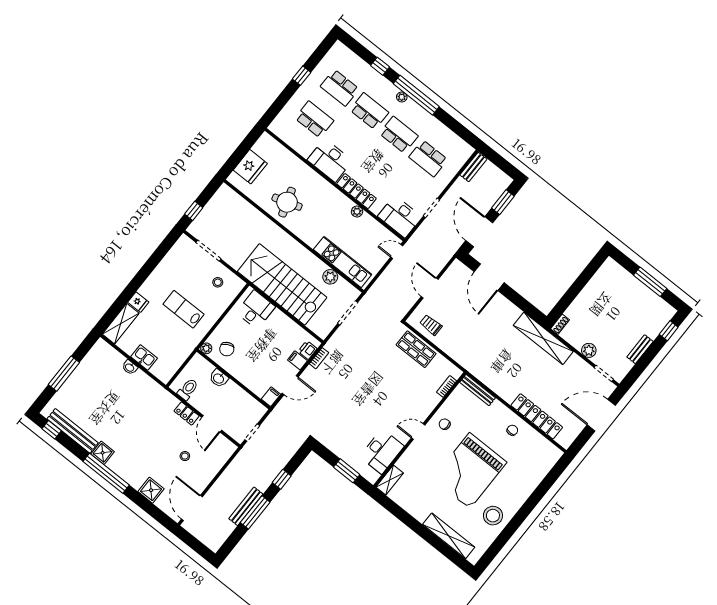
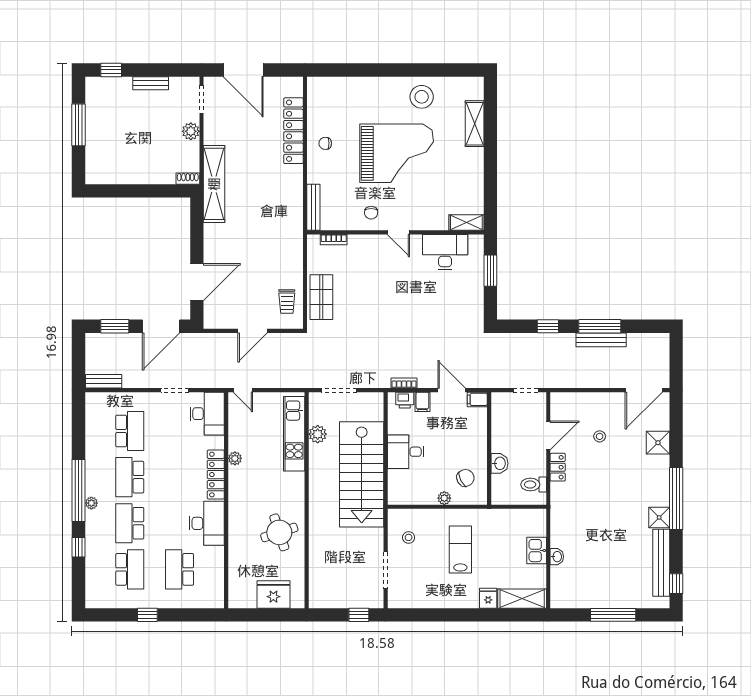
lab bench: (184, 309) -> (460, 550), turned 180
desk: (256, 310) -> (406, 452), moved
plant: (206, 348) -> (444, 498), moved
shelving: (449, 536) -> (475, 124), width x0.68

